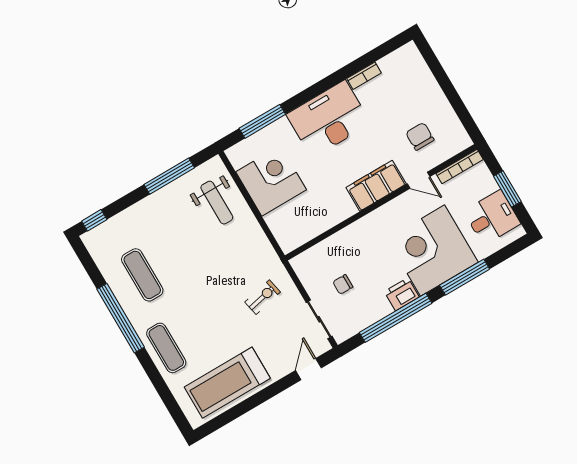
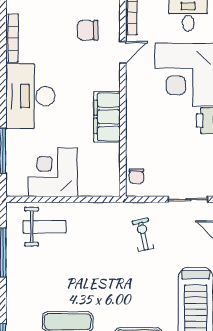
bookcase: (364, 76) -> (12, 38), width x1.56
filing cabinet: (376, 186) -> (107, 117), moved
chair: (343, 284) -> (136, 176), moved

